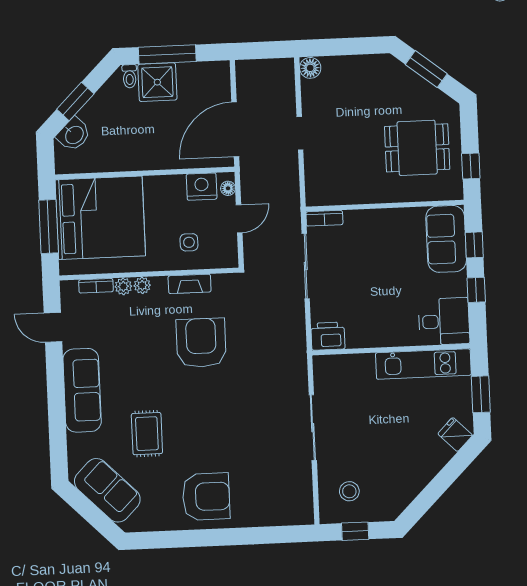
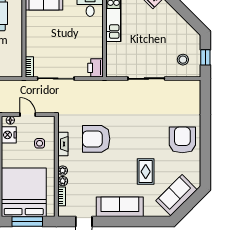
rug: (147, 434) -> (146, 172), turned 90

